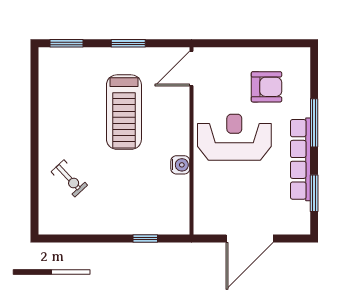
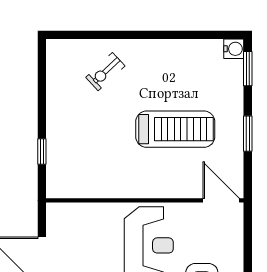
treadmill: (124, 112) -> (175, 129), turned 180
water cooler: (180, 165) -> (234, 49), moved, turned -90

